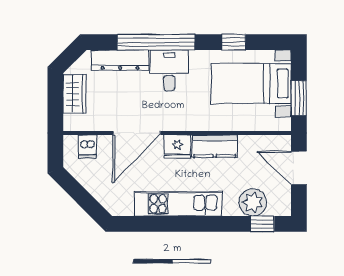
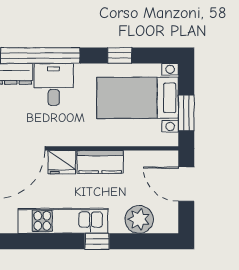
window: (262, 224) -> (97, 241), moved

